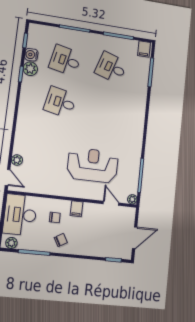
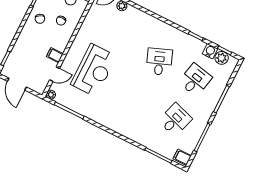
plant: (30, 69) -> (222, 58), moved
desk: (60, 102) -> (159, 62), turned -33
filing cabinet: (77, 209) -> (55, 55), moved

